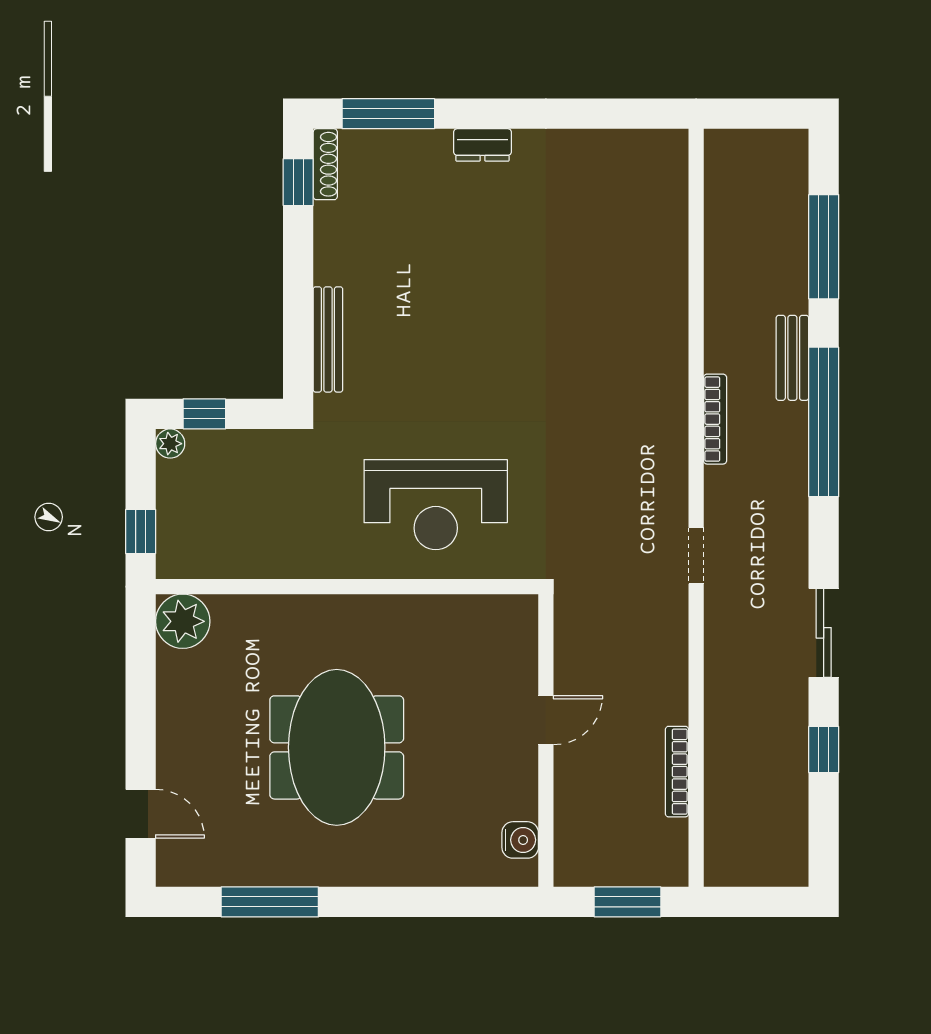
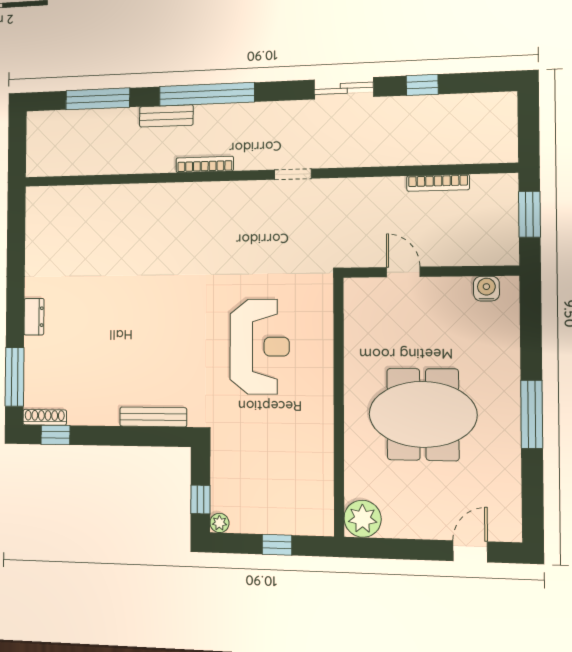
wall: (347, 587) -> (339, 406), moved
plant: (183, 621) -> (363, 519), moved
window: (270, 902) -> (532, 414), moved

